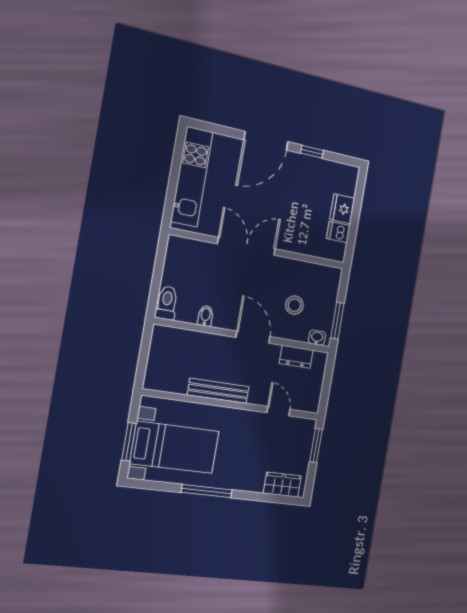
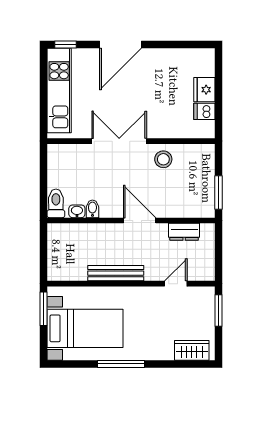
window: (312, 152) -> (65, 45), moved
stool: (294, 305) -> (163, 159), moved
washbasin: (317, 338) -> (77, 211), moved
door: (278, 411) -> (176, 284), hinge flipped
window: (129, 442) -> (44, 309), moved

